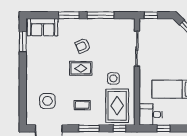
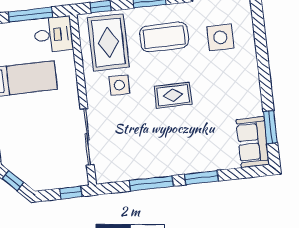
sofa: (43, 27) -> (253, 142), moved, turned -90
armchair: (83, 46) -> (174, 132), removed
coffee table: (82, 105) -> (164, 37), width x1.86, depth x1.72
window: (163, 128) -> (30, 15), width x2.17

